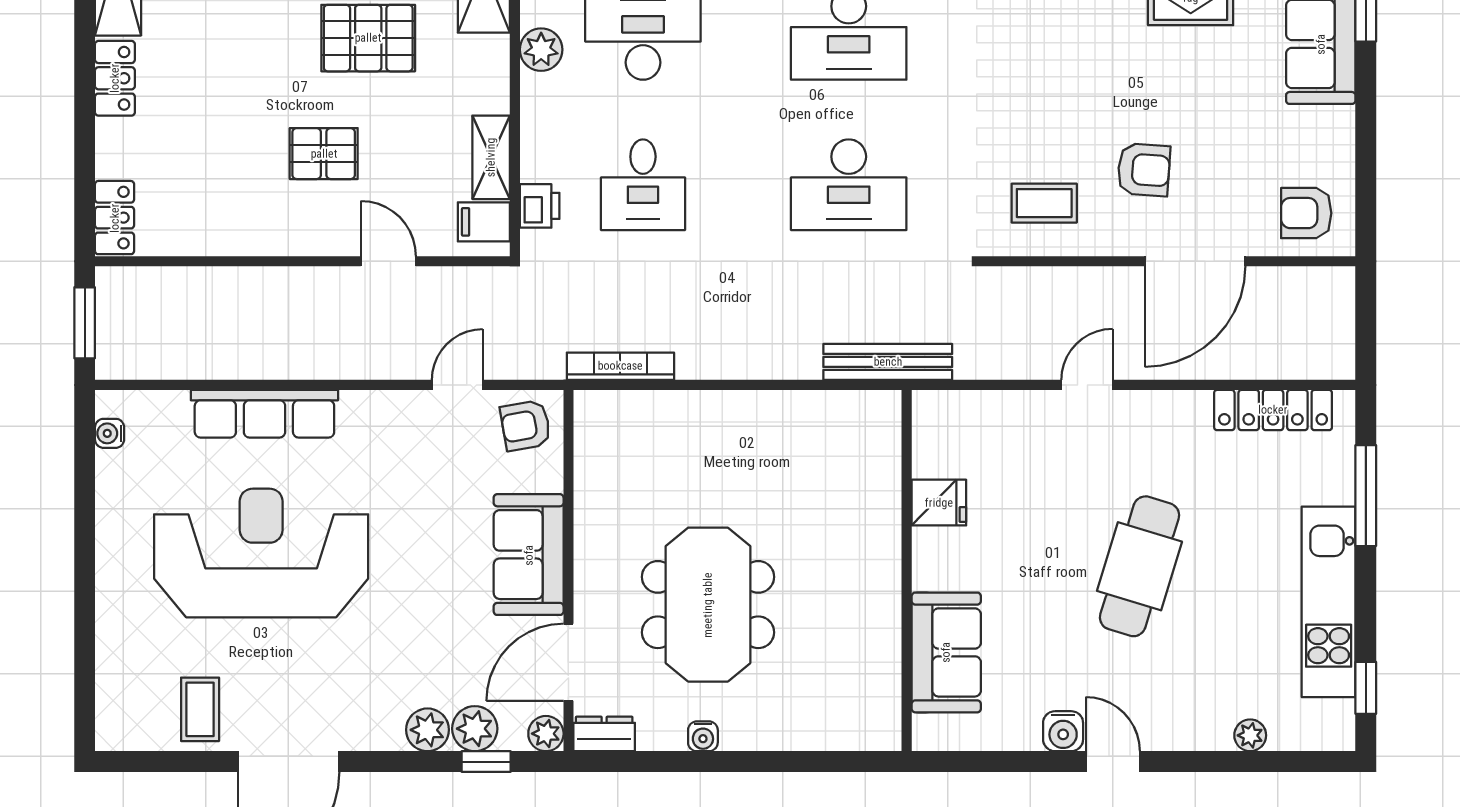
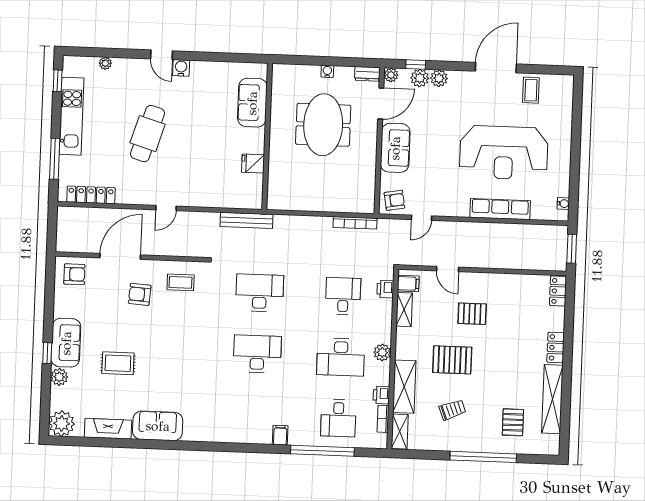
fridge: (939, 503) -> (253, 163), moved
wall: (907, 571) -> (267, 136), moved
sofa: (946, 652) -> (252, 103), moved

